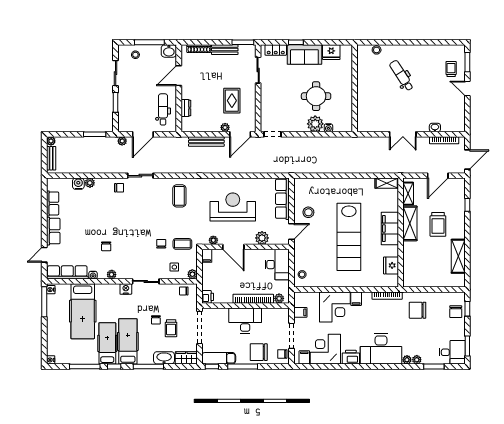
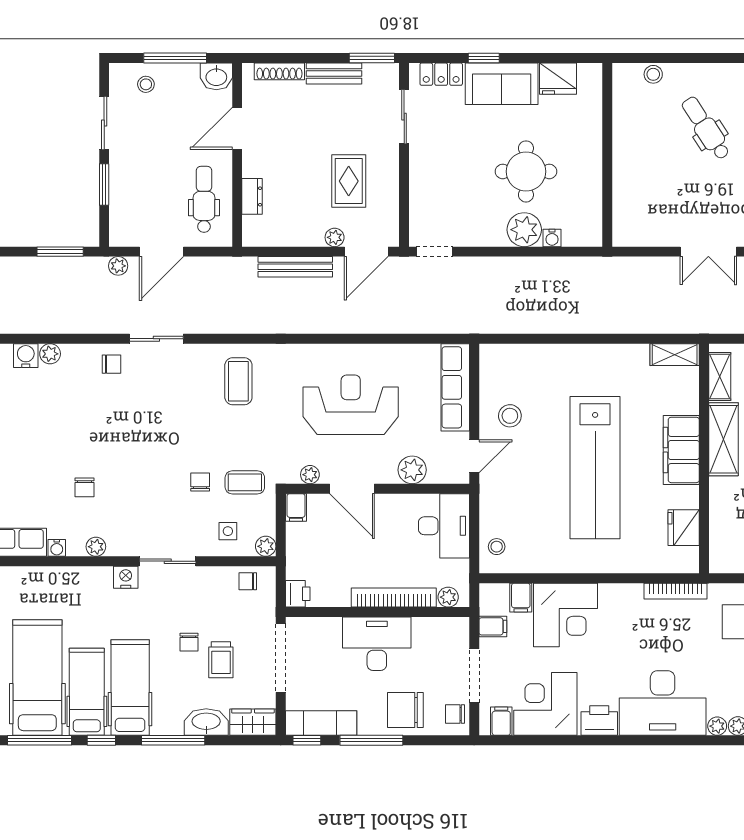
filing cabinet: (356, 299) -> (521, 598), moved
hospital bed: (83, 311) -> (37, 677), moved, turned 180

